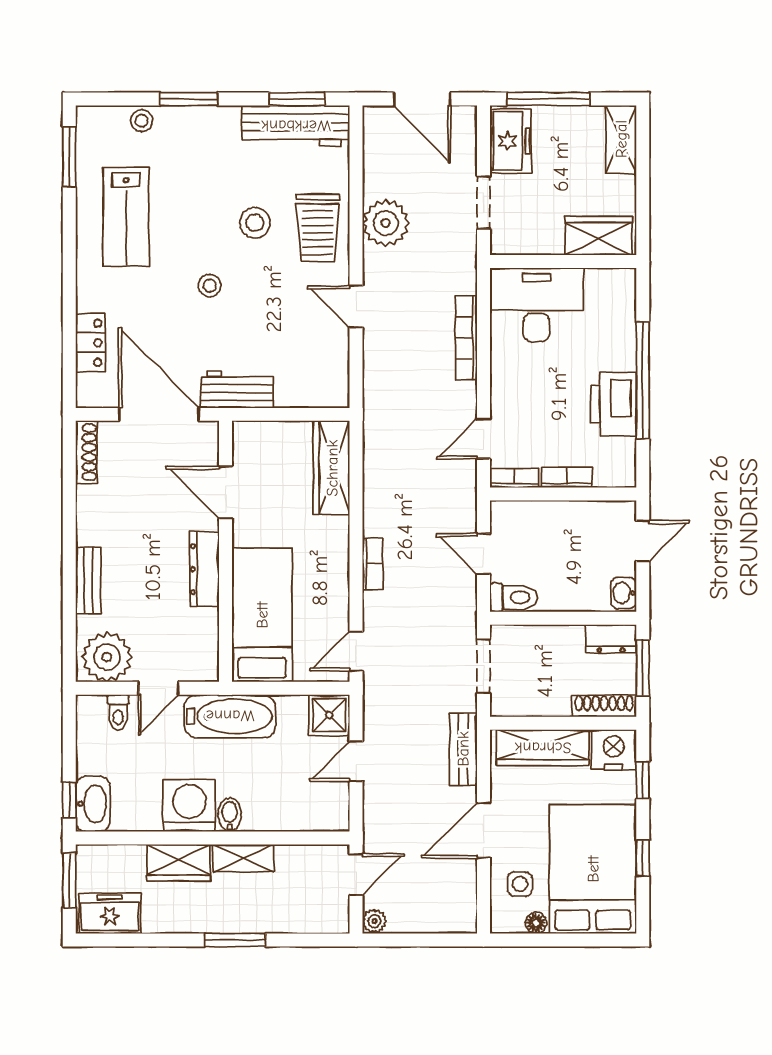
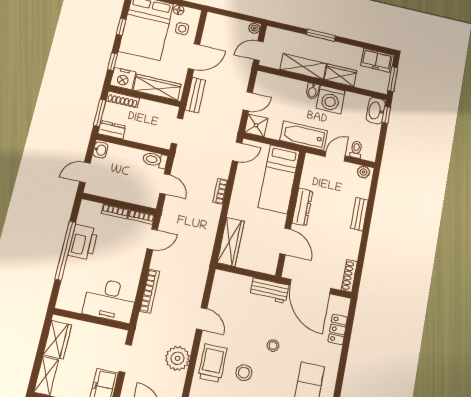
wardrobe: (599, 236) -> (57, 340), moved, turned -90
plant: (107, 657) -> (363, 172), width x0.53, depth x0.53
shelving: (243, 858) -> (303, 66), width x1.50, depth x1.33

